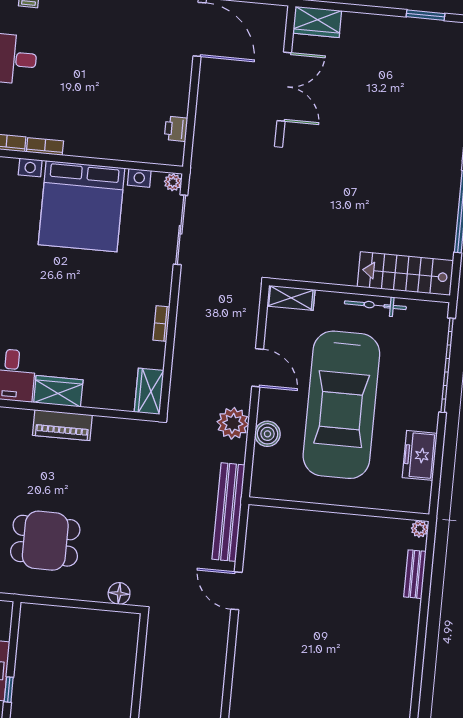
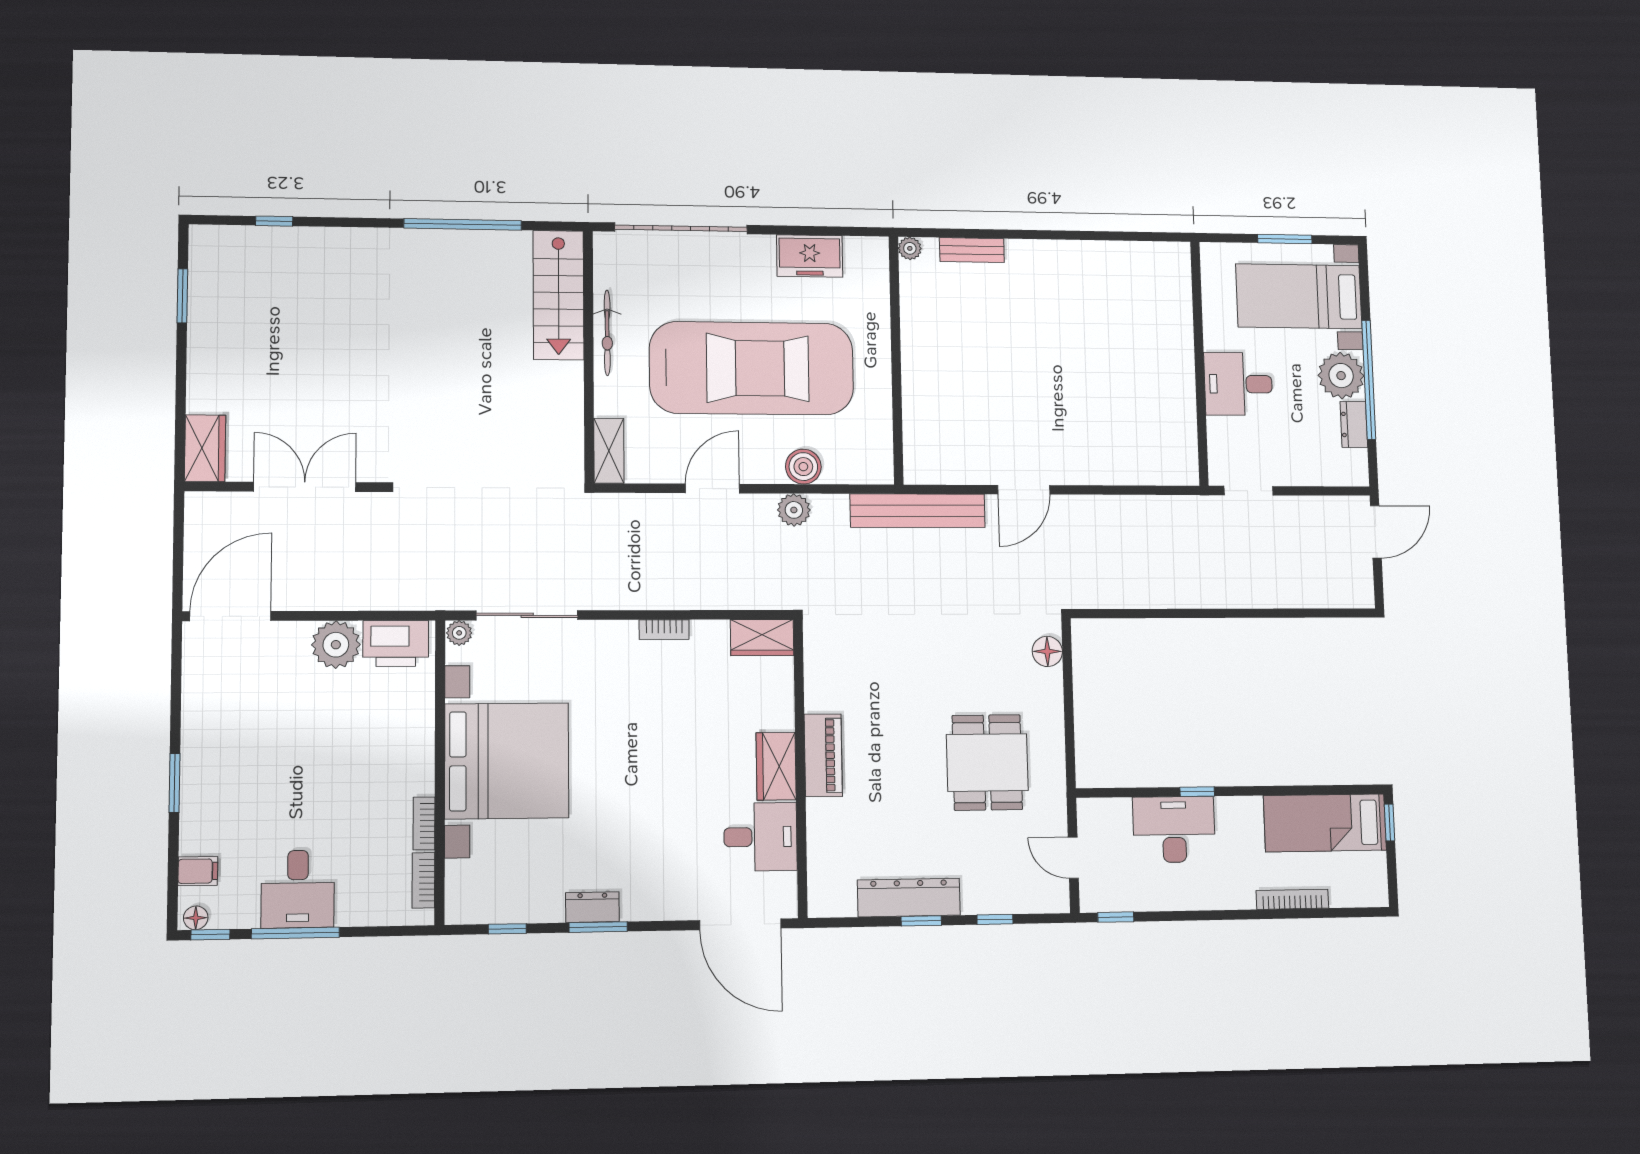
plant: (173, 98) -> (336, 645), added
printer: (176, 129) -> (396, 643), width x1.87, depth x1.48
plant: (233, 423) -> (794, 510), width x0.73, depth x0.73

